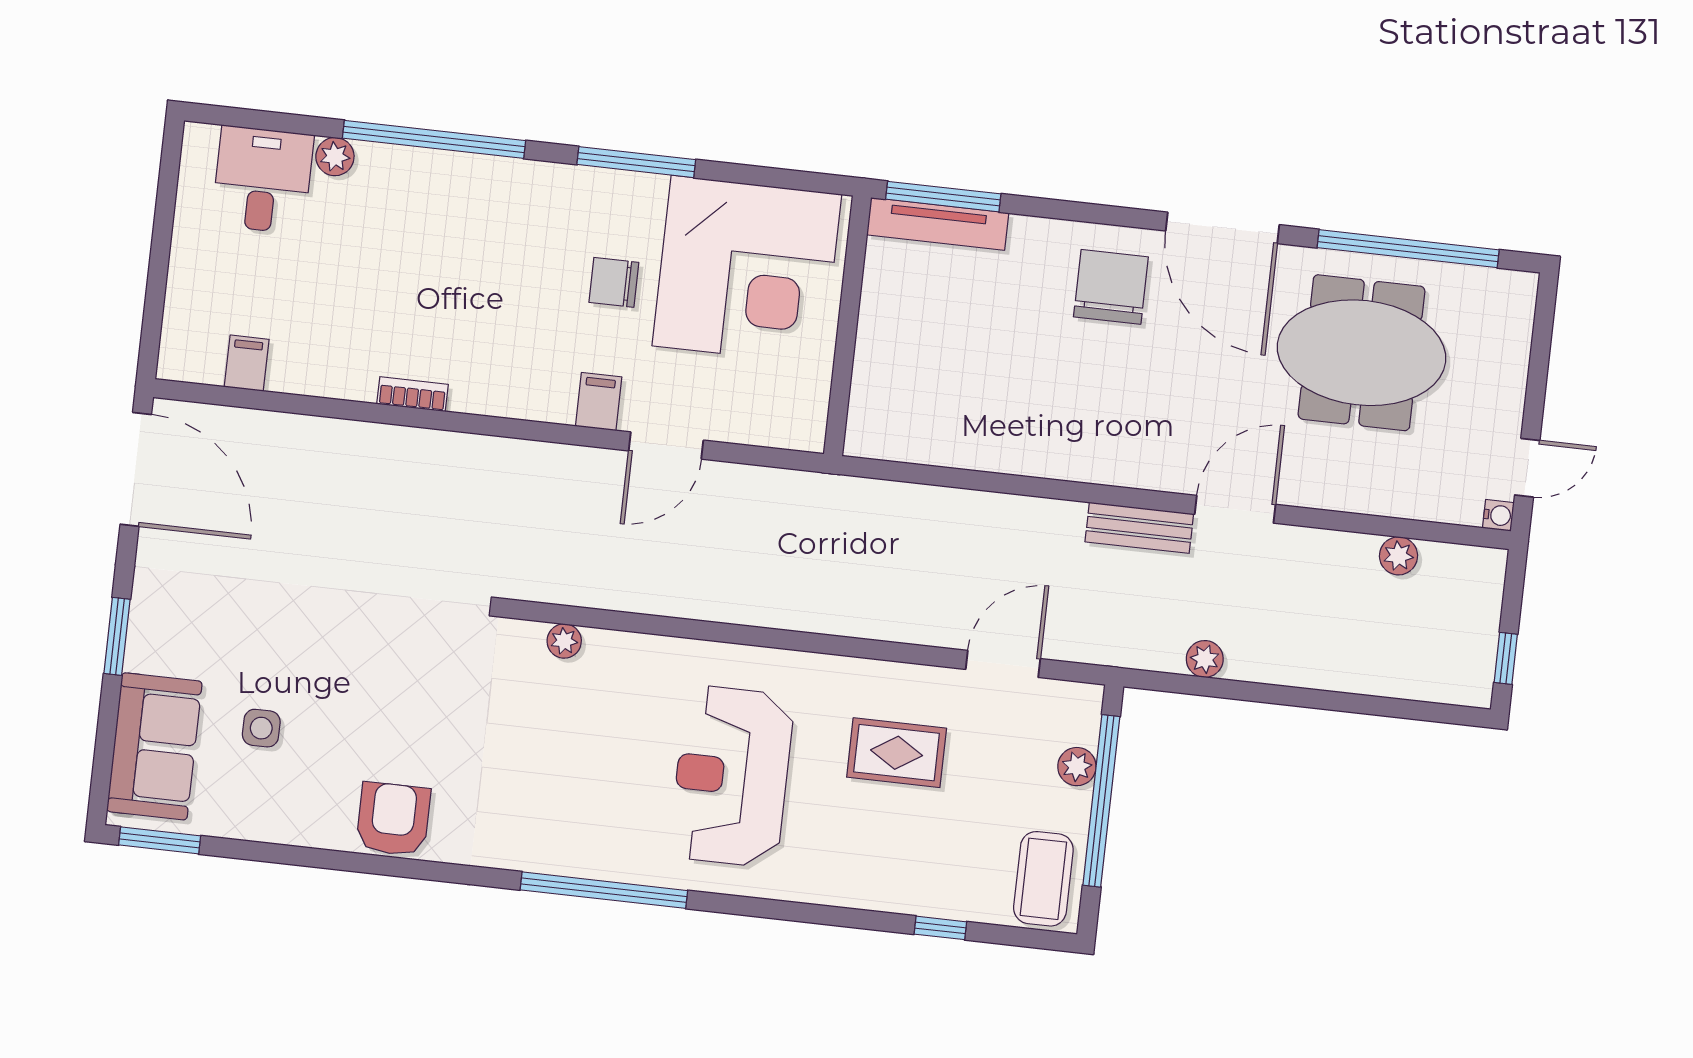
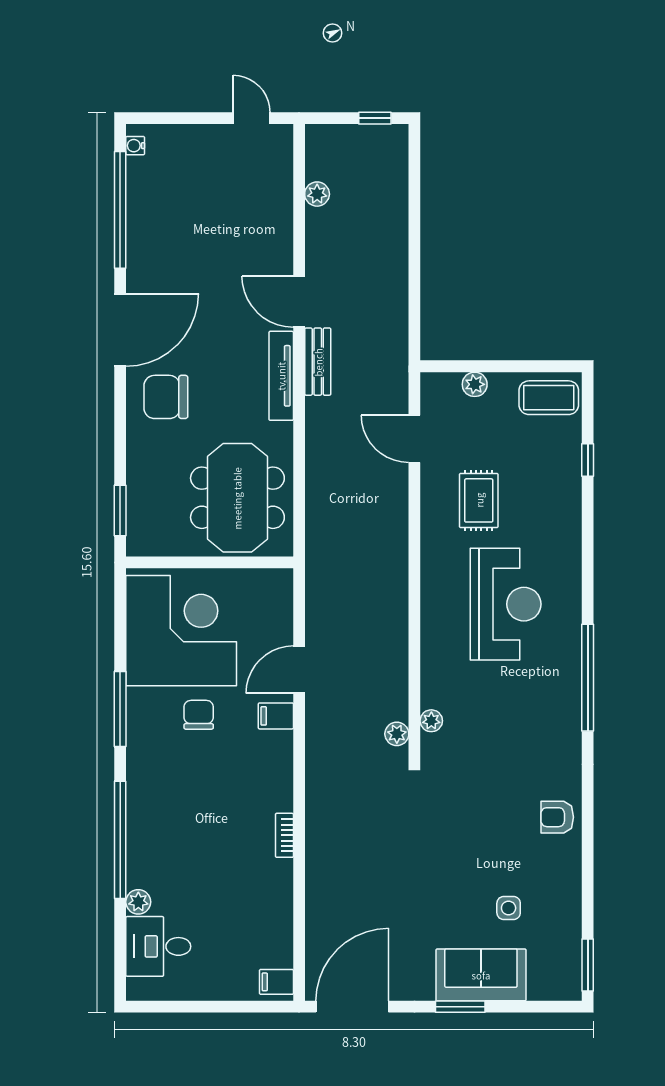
window: (943, 197) -> (120, 510), width x0.69
tv unit: (938, 224) -> (281, 376), moved, turned 180
chair: (614, 282) -> (199, 715), turned 180
meeting table: (1361, 353) -> (237, 498), moved
filing cabinet: (247, 363) -> (276, 982), moved
door: (666, 445) -> (299, 670), swing flipped
water cooler: (1498, 515) -> (135, 146), moved, turned -90
plant: (1205, 659) -> (397, 734), moved
sofa: (154, 746) -> (481, 975), moved
reception desk: (732, 776) -> (506, 604), turned -90
window: (1101, 801) -> (495, 366), removed
armchair: (393, 819) -> (557, 817), width x0.72, depth x0.72

